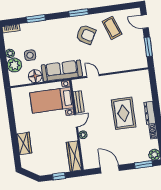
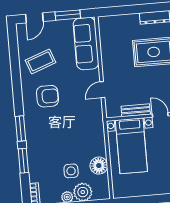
window: (79, 13) -> (21, 129), moved
armchair: (86, 35) -> (48, 96), turned 61
sofa: (62, 71) -> (86, 44), moved

